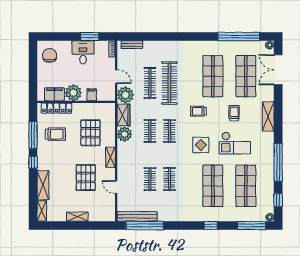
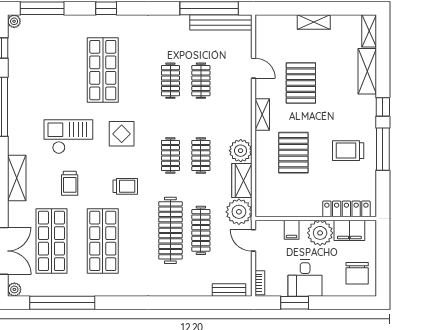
plant: (73, 93) -> (320, 233), moved
filing cabinet: (55, 94) -> (349, 230), moved
filing cabinet: (92, 95) -> (292, 230), moved
wall: (76, 102) -> (316, 219), moved
locker: (56, 108) -> (346, 209), moved
shop shelf: (246, 186) -> (51, 70), removed

